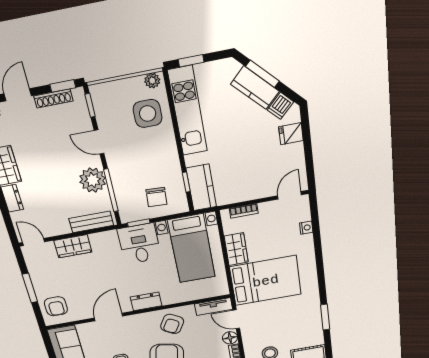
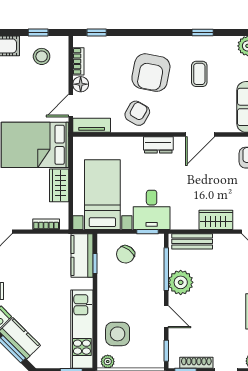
chair: (156, 197) -> (125, 254), turned -146
door: (236, 319) -> (71, 105), swing flipped

